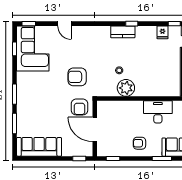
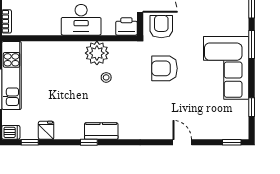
corner sofa: (33, 48) -> (226, 68), moved
armchair: (77, 77) -> (165, 68), turned 180
printer: (105, 107) -> (126, 26), added
desk: (158, 112) -> (81, 20), moved

